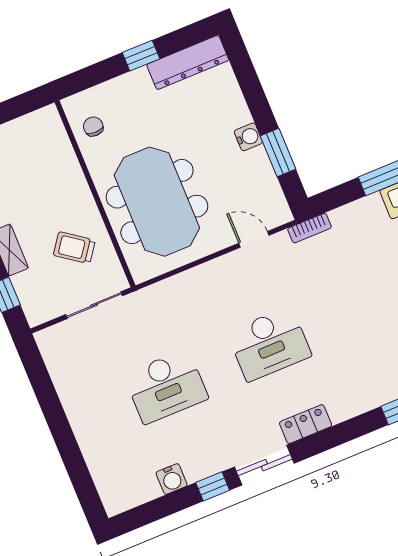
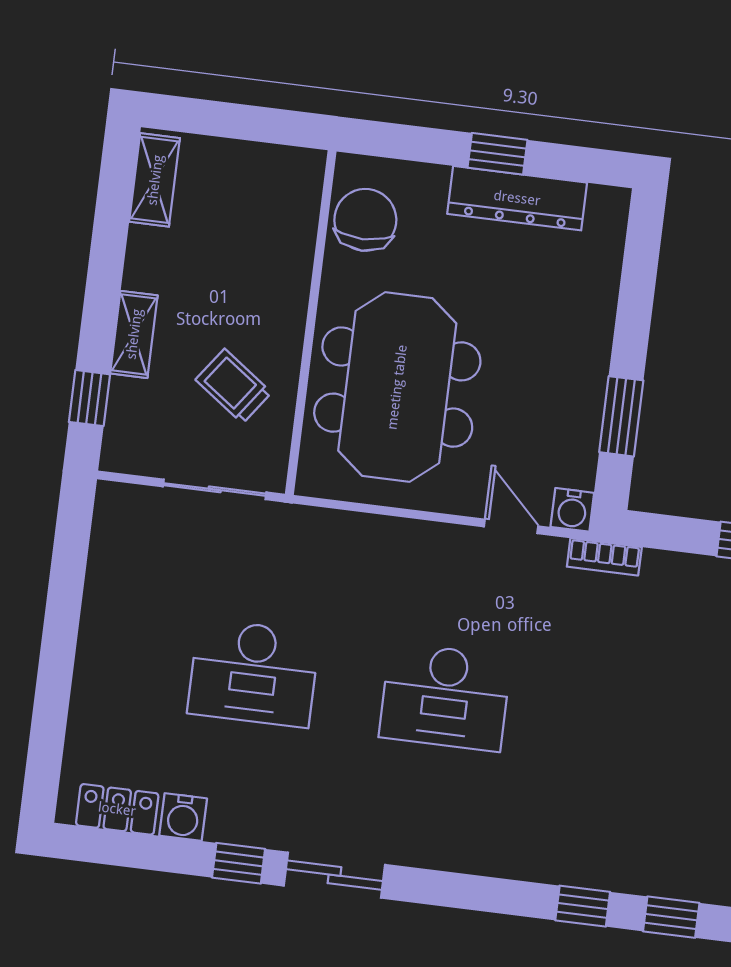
dresser: (188, 62) -> (517, 198), moved
chair: (93, 127) -> (365, 220), width x1.87, depth x1.87
water cooler: (248, 137) -> (572, 510), moved, turned 90
locker: (306, 424) -> (117, 809), moved

